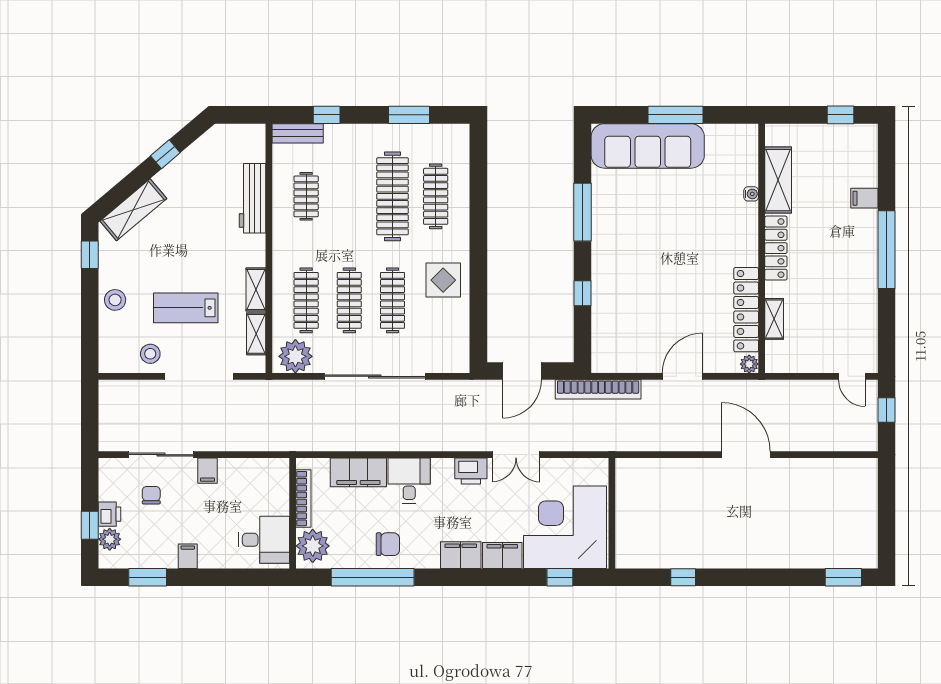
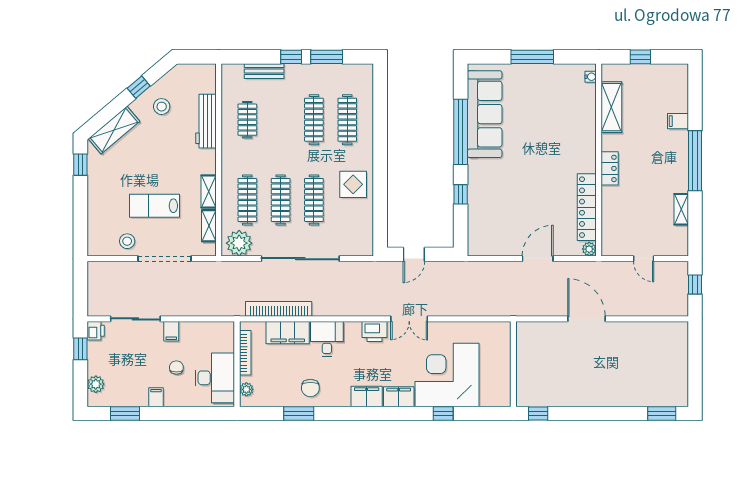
window: (327, 115) -> (291, 57), moved
window: (840, 115) -> (640, 57), moved
bench: (298, 133) -> (264, 71), moved
sofa: (648, 146) -> (485, 114), moved, turned -90
water cooler: (751, 194) -> (591, 77), moved
clothes rail: (392, 196) -> (314, 120), width x0.73, depth x0.76
window: (583, 212) -> (461, 132), width x1.46
locker: (776, 248) -> (610, 168), width x0.66
stool: (115, 300) -> (162, 107), moved
shelving: (774, 319) -> (681, 209), moved
door: (522, 371) -> (414, 254), width x0.73
door: (852, 376) -> (644, 259), moved
bookcase: (598, 389) -> (279, 309), moved, turned 180
chair: (151, 495) -> (176, 367), moved
wall: (612, 513) -> (513, 364), moved
printer: (110, 514) -> (96, 331), moved
window: (90, 525) -> (80, 349), moved
desk: (264, 540) -> (215, 378), width x1.37
chair: (388, 544) -> (310, 388), turned 90
plant: (313, 546) -> (246, 389), width x0.53, depth x0.53
window: (373, 577) -> (299, 414), width x0.47

